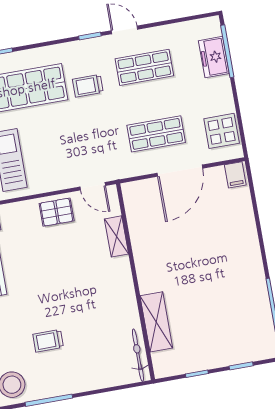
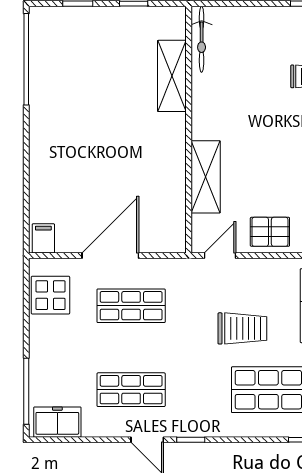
freezer: (214, 57) -> (57, 422), moved, turned -90
trolley: (88, 86) -> (242, 328), moved, width x1.36, depth x1.39
door: (93, 186) -> (220, 256), hinge flipped
shelving: (117, 236) -> (206, 177), width x1.50, depth x1.33

